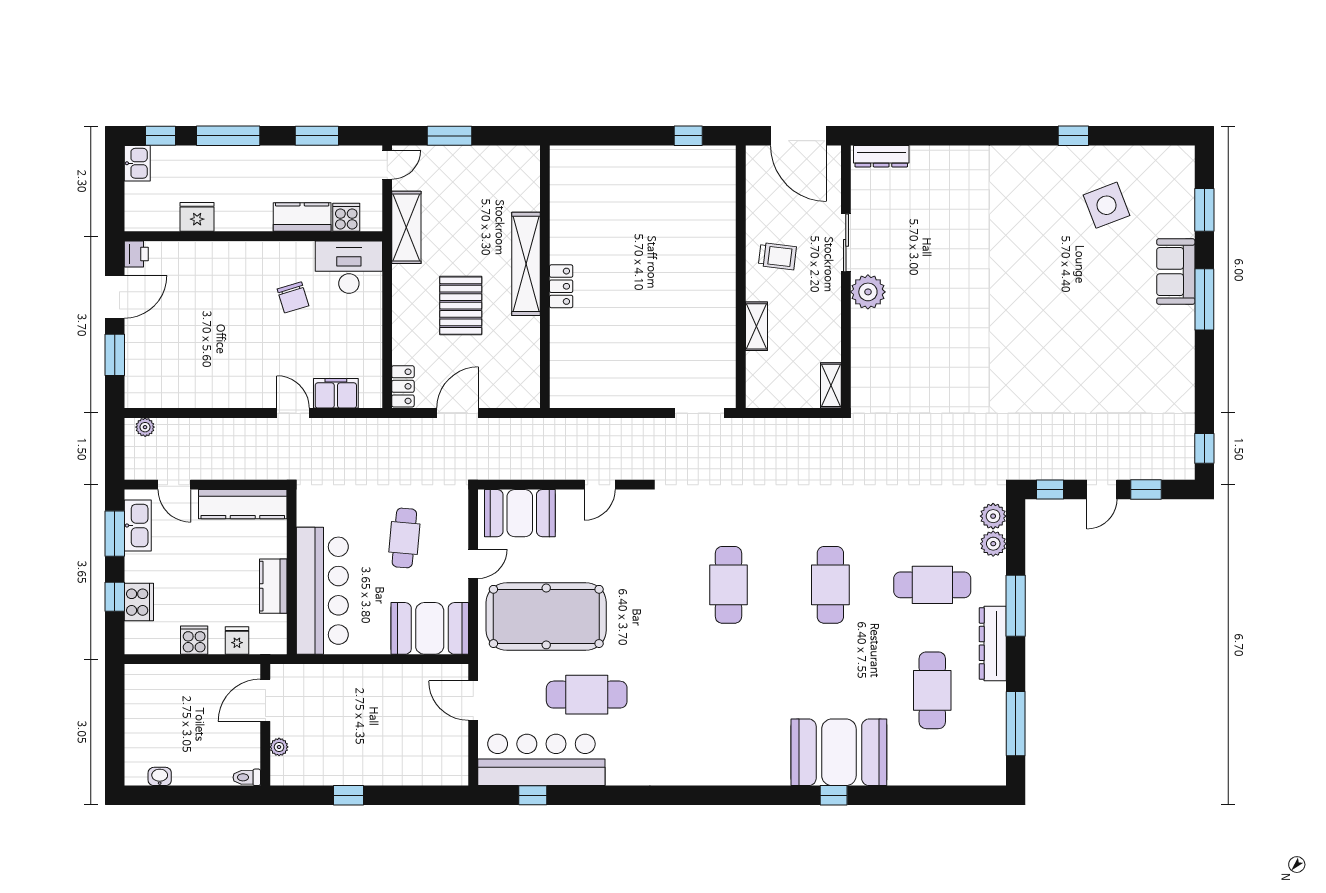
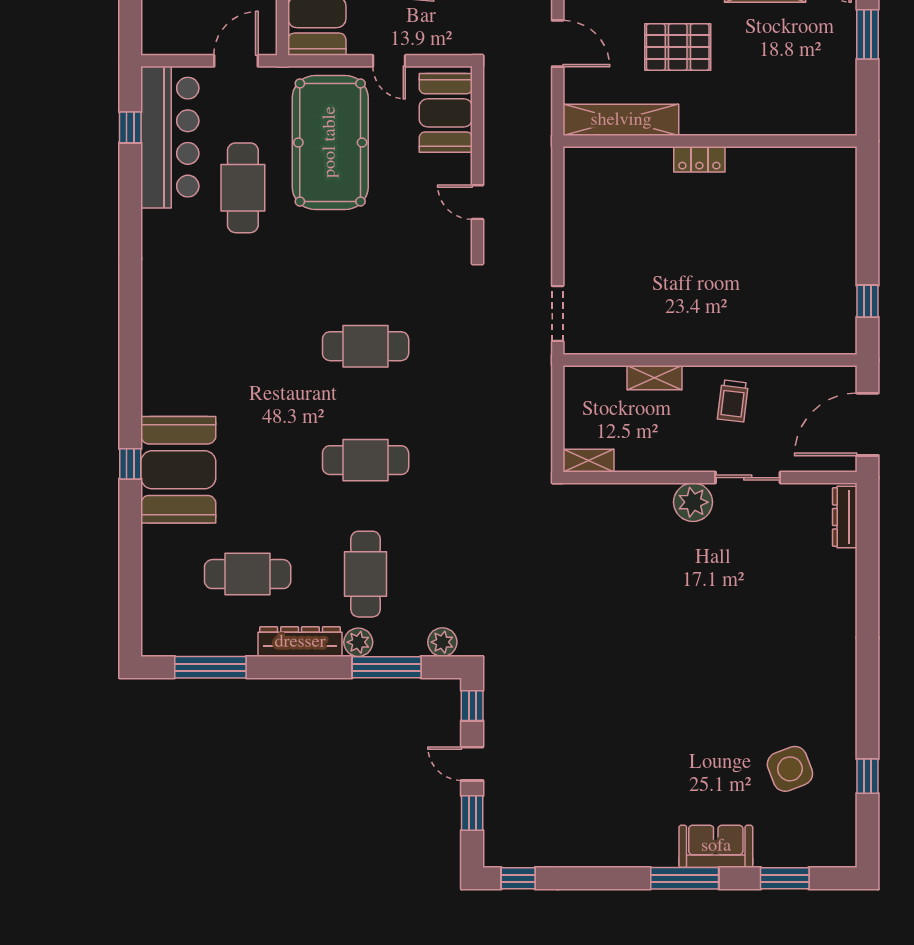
window: (1073, 136) -> (868, 776), moved
shelving: (526, 264) -> (621, 120), moved
plant: (993, 544) -> (358, 642), moved
window: (1016, 606) -> (387, 667), moved

